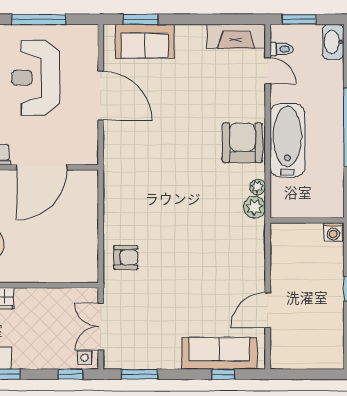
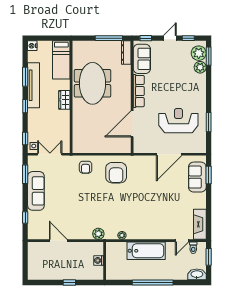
window: (39, 19) -> (209, 122), width x0.69
armchair: (242, 143) -> (116, 173), moved, turned 90
door: (42, 167) -> (132, 124), hinge flipped
plant: (254, 207) -> (98, 234), moved
washing machine: (333, 232) -> (99, 260), moved
sofa: (219, 353) -> (36, 191), moved

